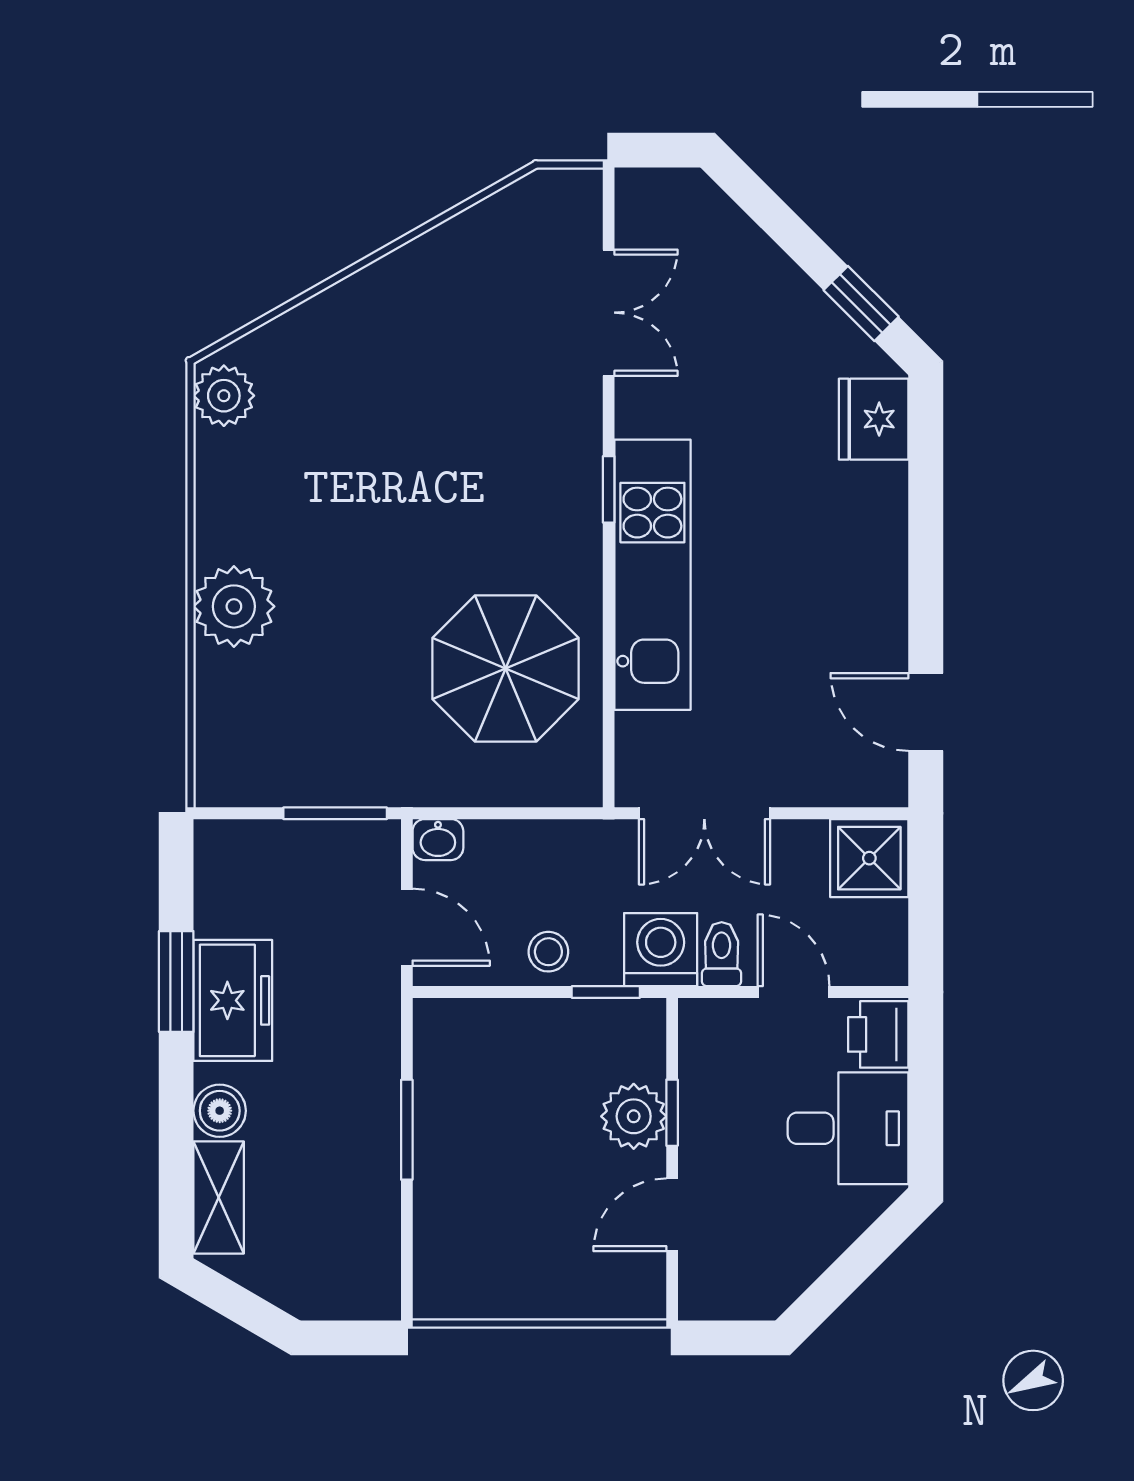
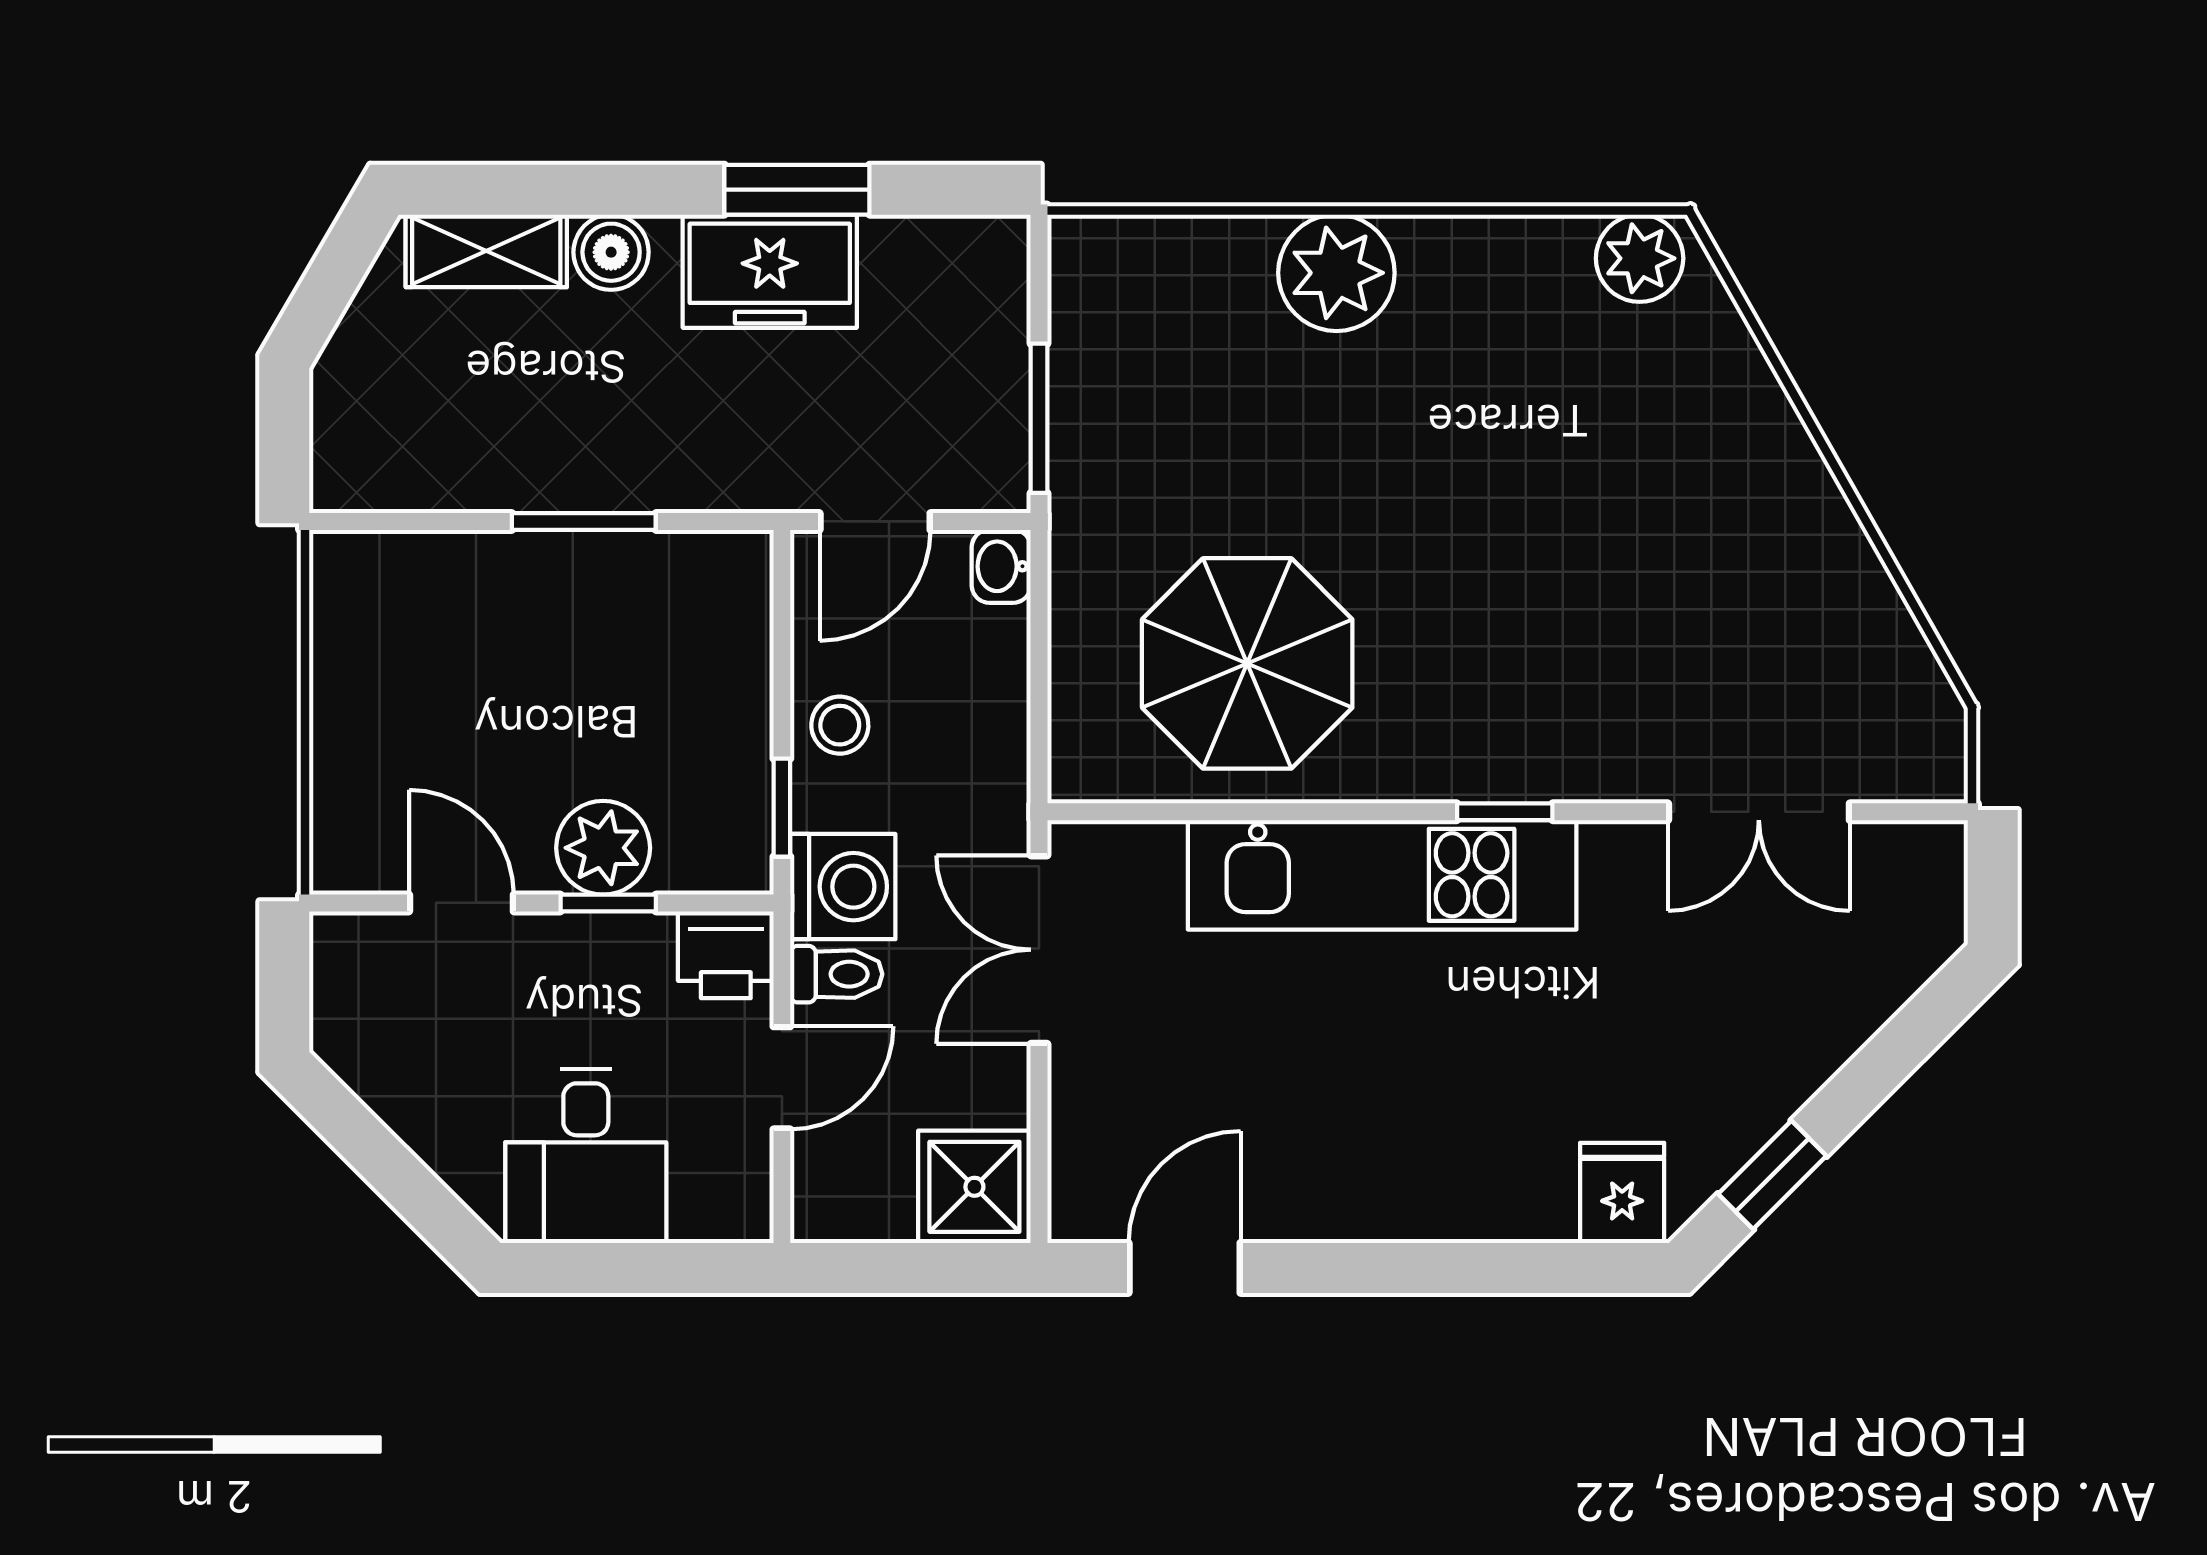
fridge: (874, 419) -> (1622, 1193), width x0.72
printer: (878, 1034) -> (726, 955), moved, turned 180

